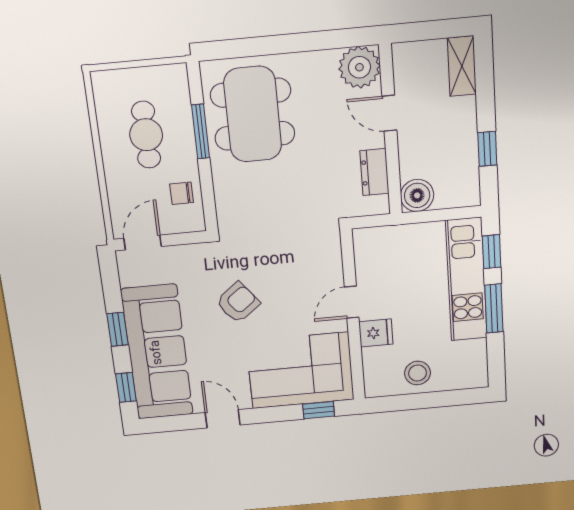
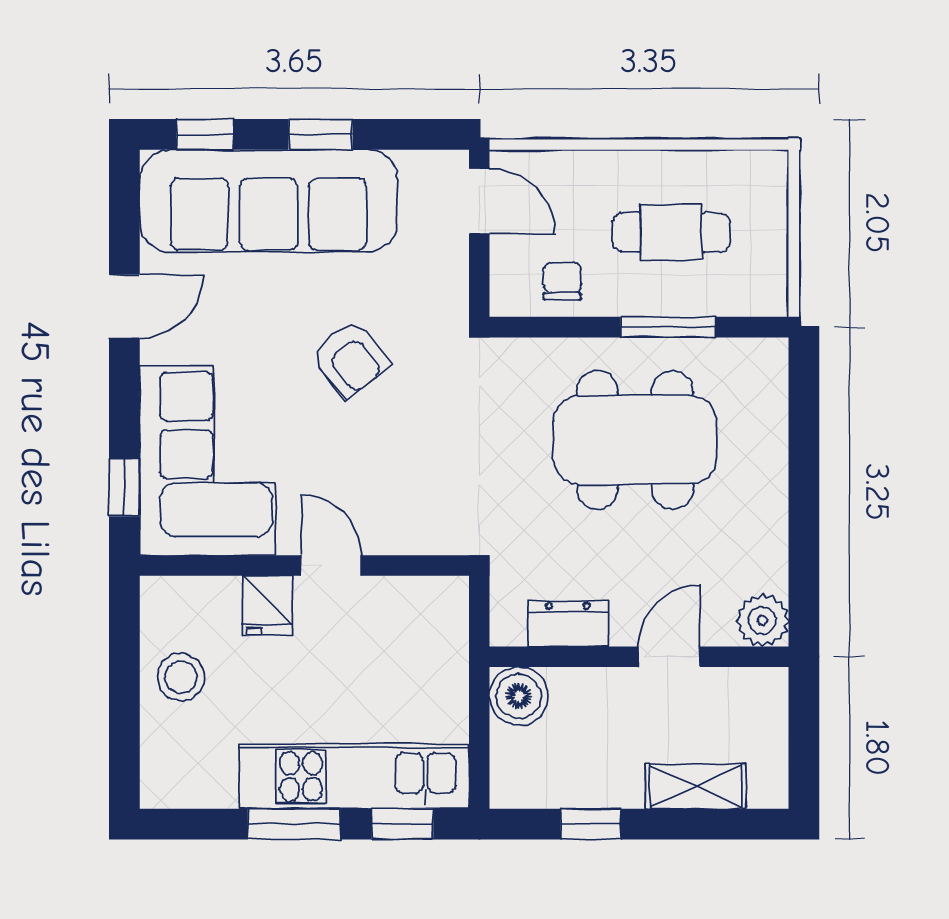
shelving: (462, 66) -> (696, 786), moved
plant: (359, 67) -> (762, 620), width x0.73, depth x0.73
dining table: (253, 114) -> (635, 440), moved

